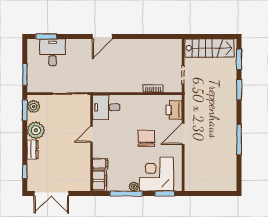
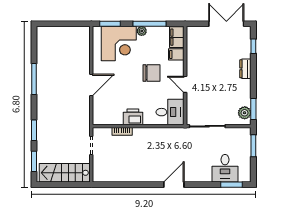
printer: (174, 110) -> (133, 117), moved, turned -90
plant: (36, 130) -> (242, 89), removed
door: (92, 134) -> (185, 84), swing flipped
chair: (146, 138) -> (152, 73), moved, turned -90

